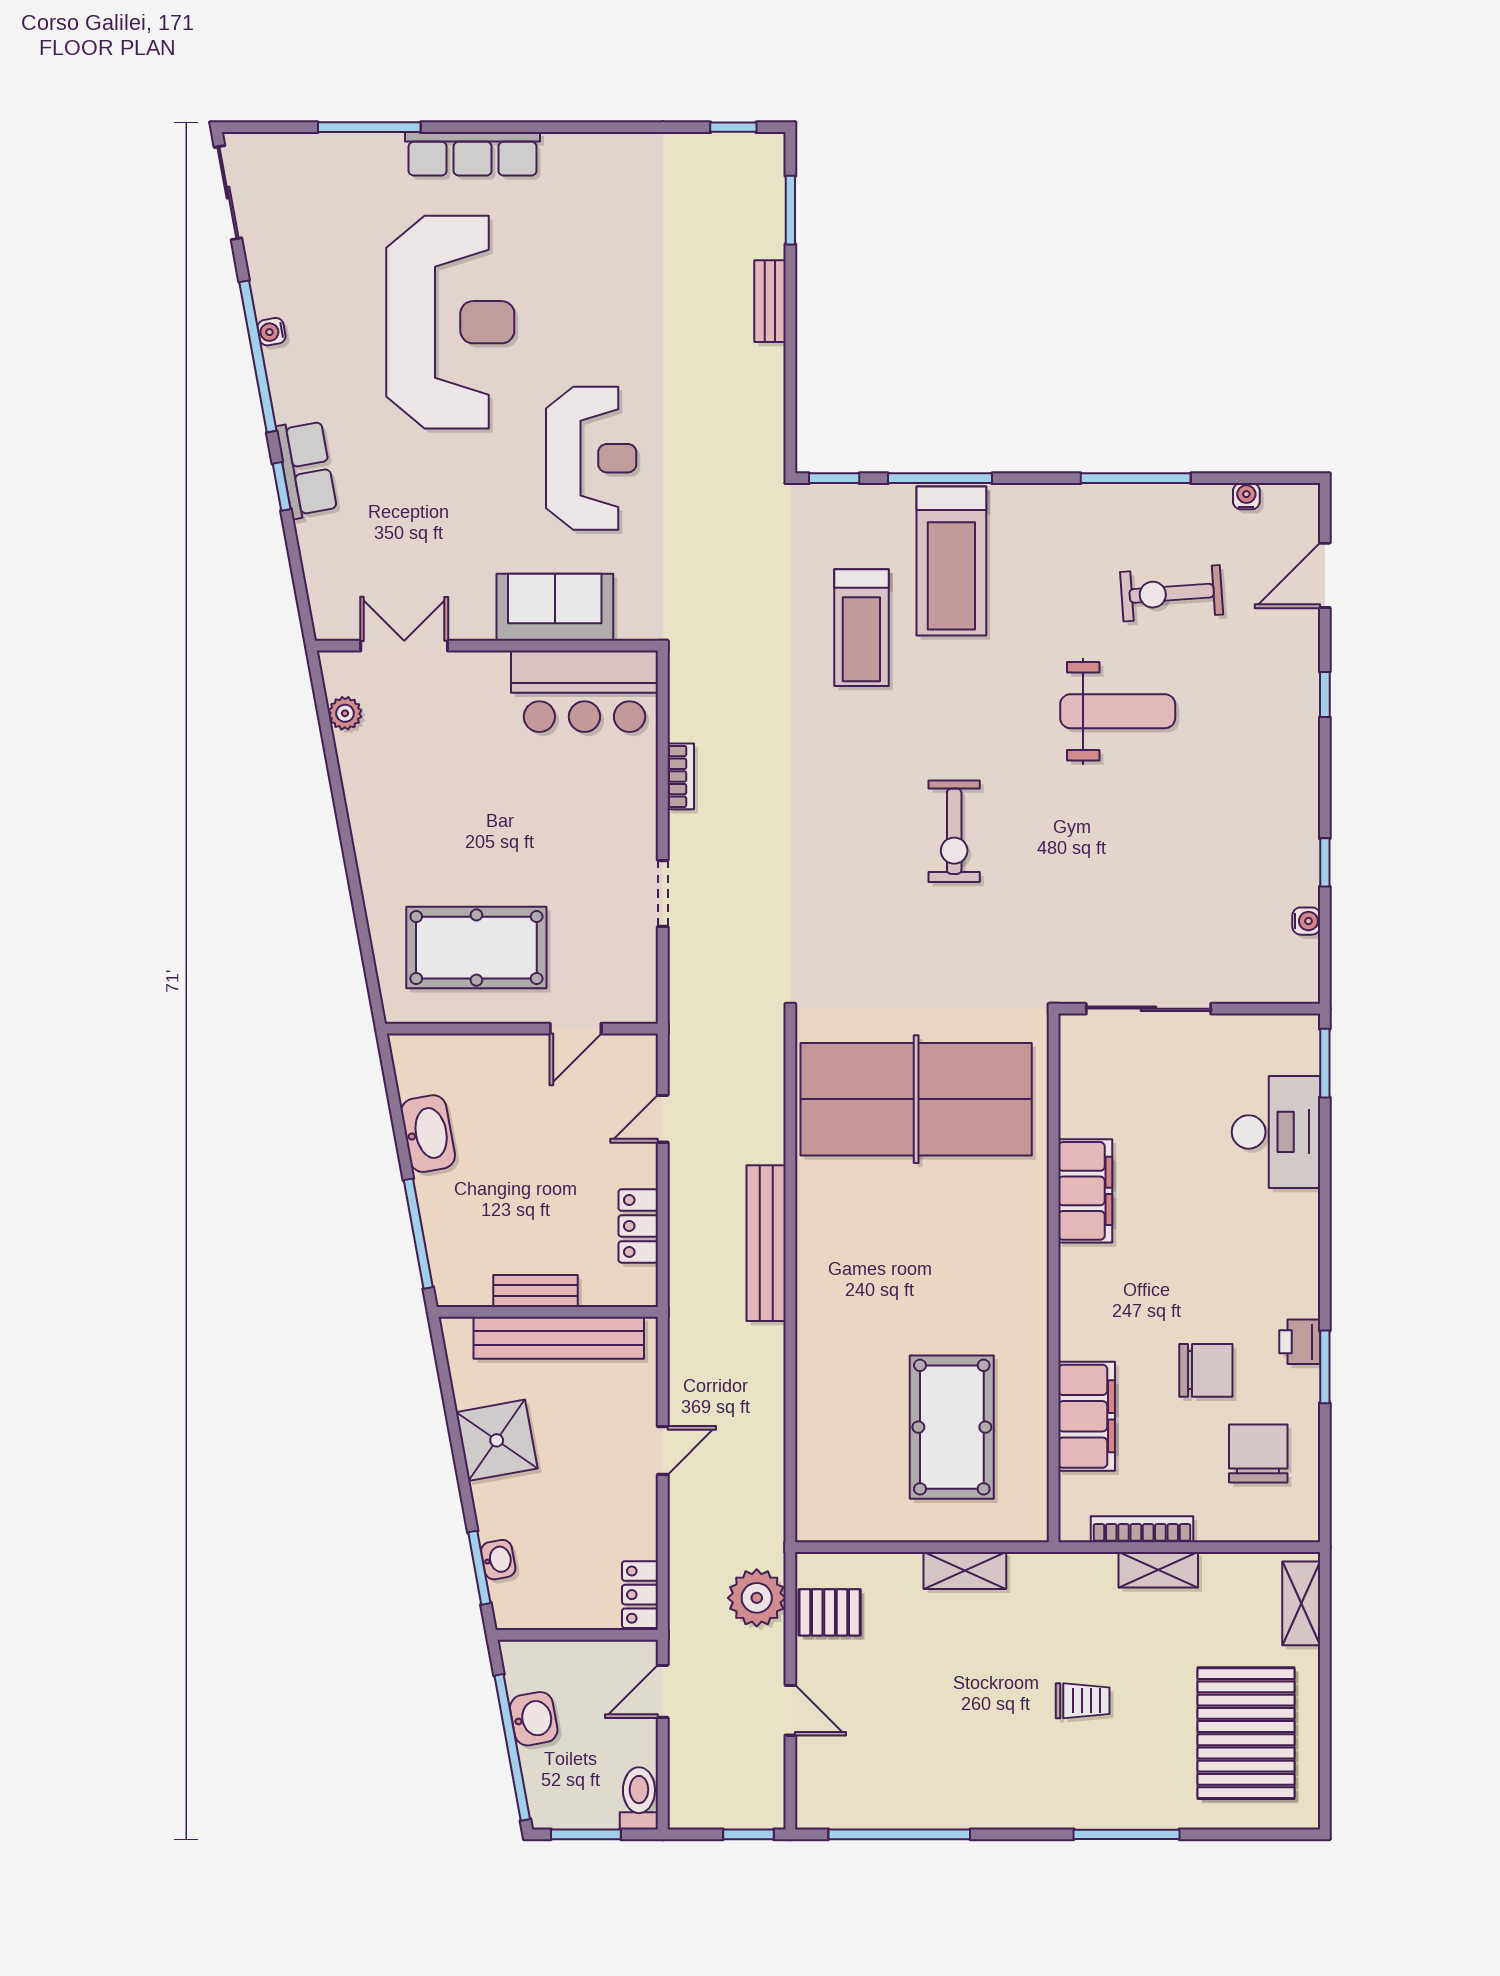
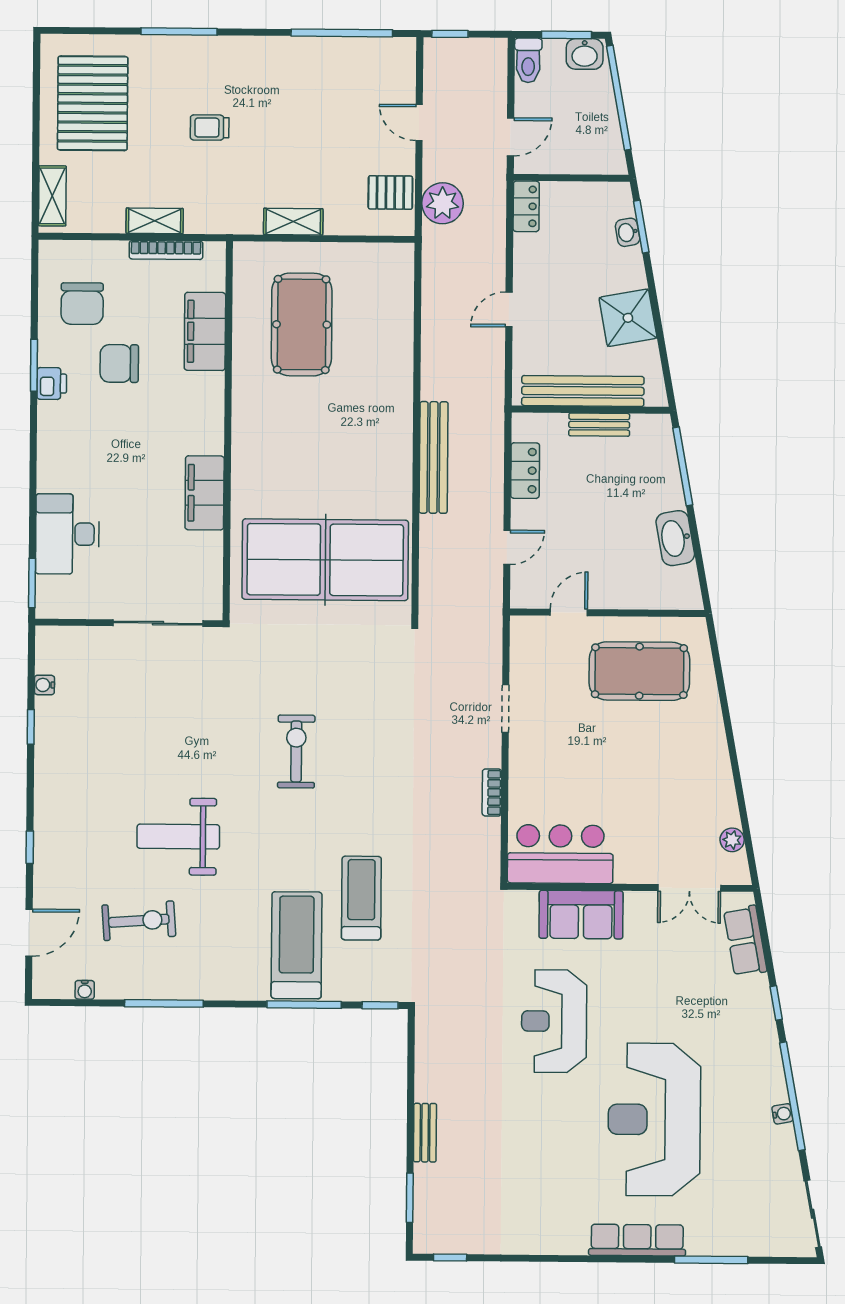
row of seats: (306, 469) -> (745, 941), moved
washbasin: (534, 1719) -> (585, 54), moved, turned -80

